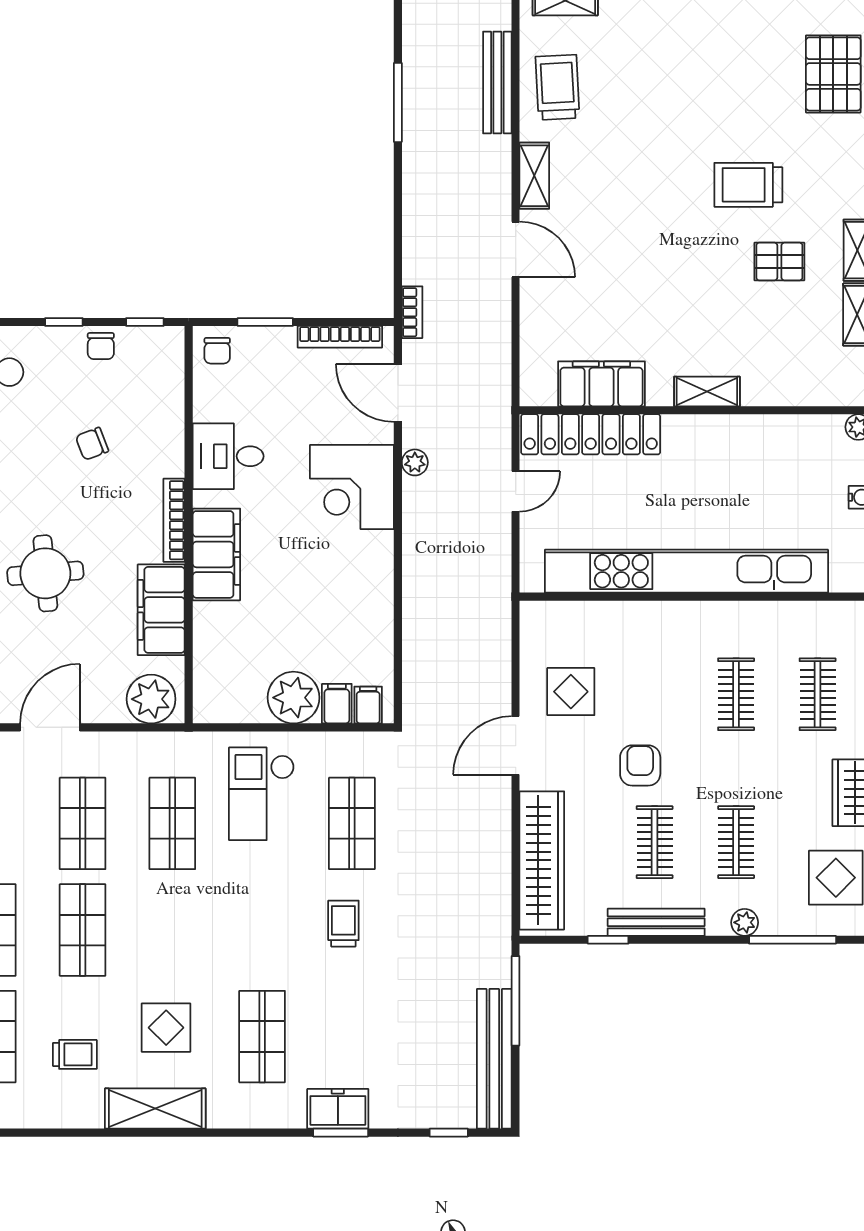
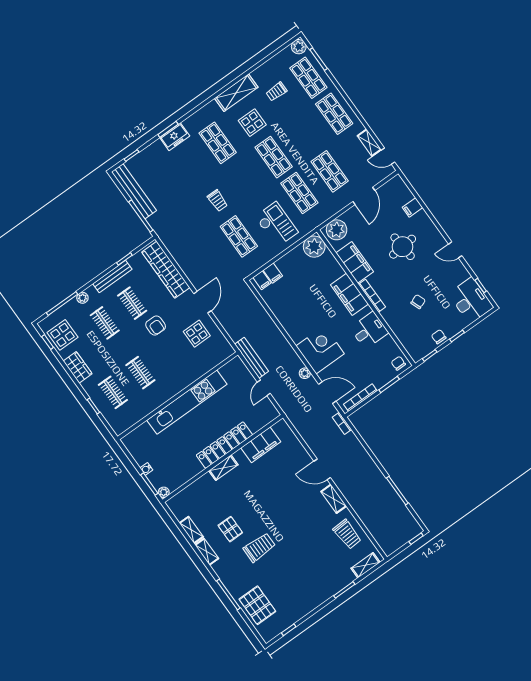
bench: (497, 82) -> (252, 358), moved
pallet: (779, 262) -> (230, 529), turned 90
locker: (591, 434) -> (224, 445), moved
kitchen unit: (686, 571) -> (187, 402), width x0.73
plant: (293, 698) -> (314, 247), moved
shop shelf: (83, 930) -> (274, 157), moved

